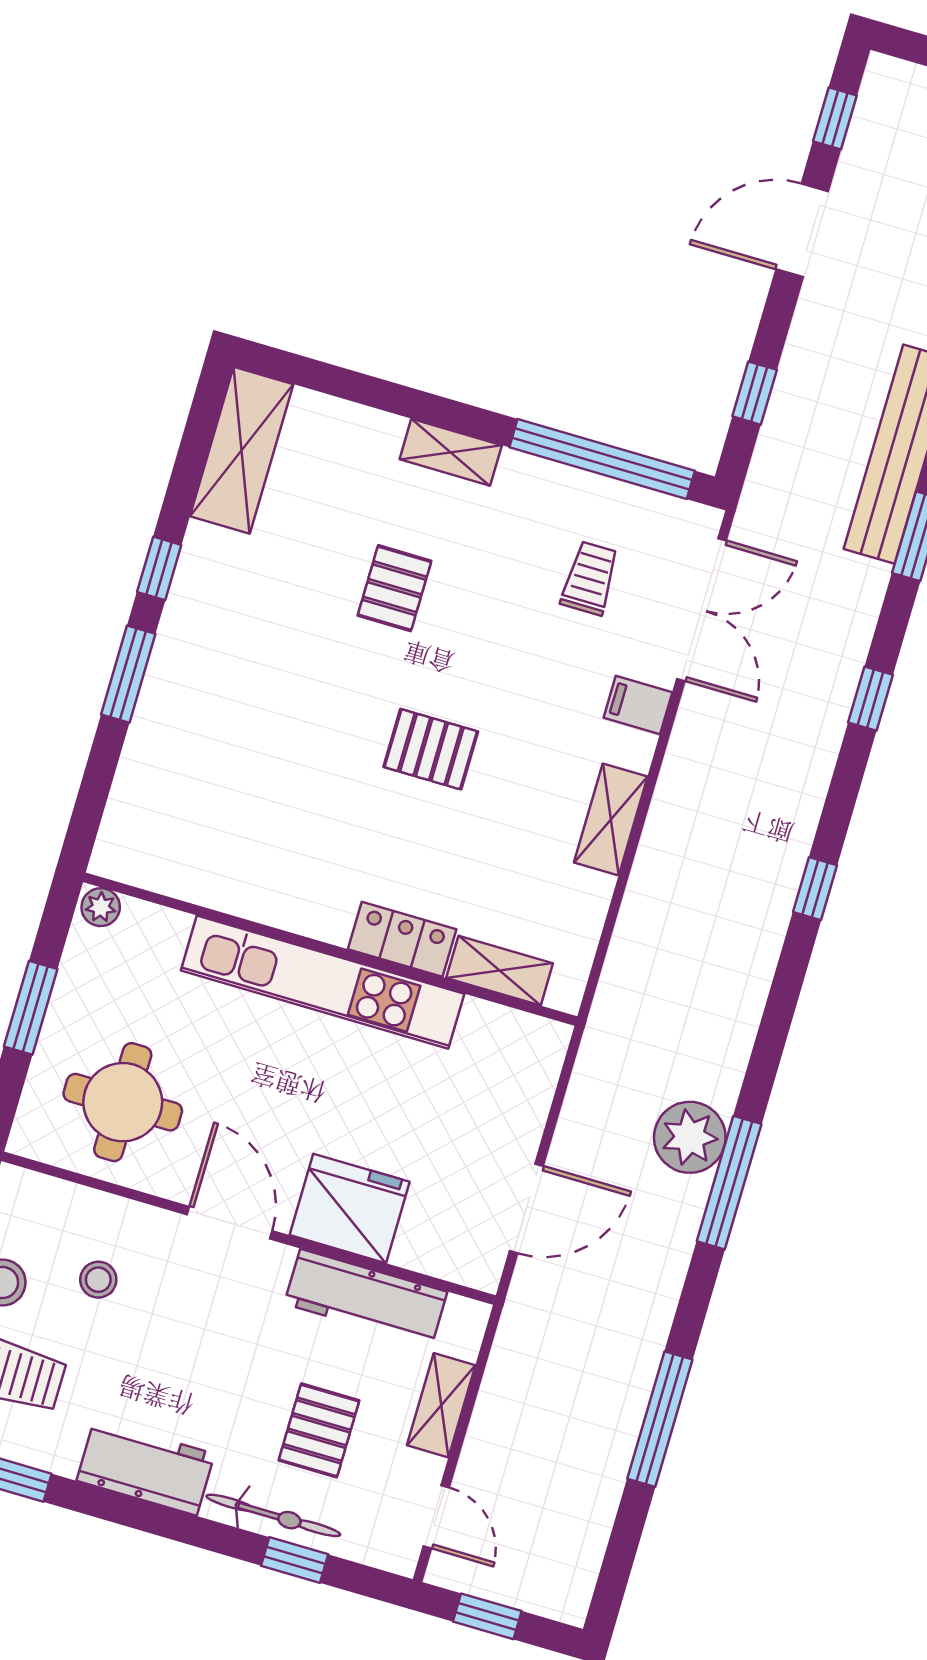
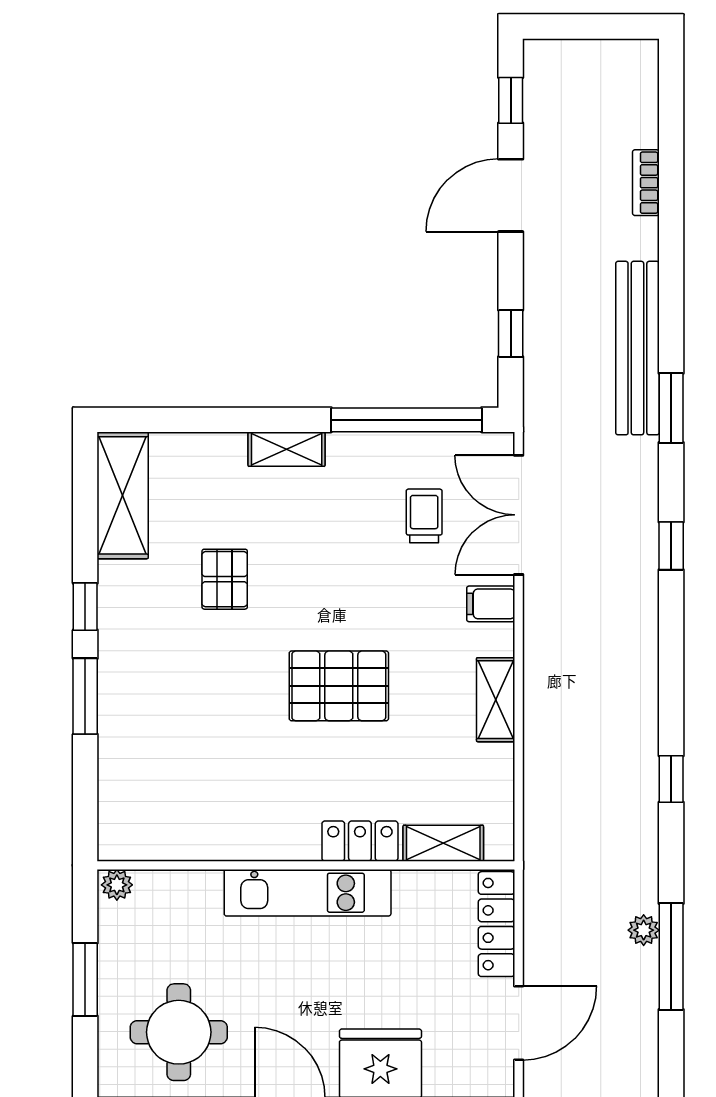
pallet: (394, 588) -> (225, 579), moved
double door: (701, 610) -> (519, 515), swing flipped
pallet: (431, 749) -> (339, 686), width x1.50, depth x1.42
window: (815, 889) -> (671, 779), moved
kitchen unit: (323, 982) -> (308, 893), width x0.73
locker: (534, 1084) -> (496, 924), added
plant: (690, 1137) -> (644, 930), width x0.53, depth x0.53

